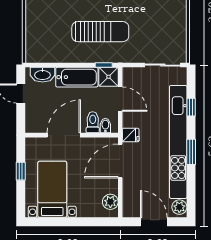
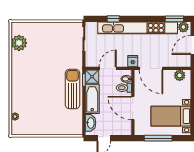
sun lounger: (100, 32) -> (73, 89), moved
window: (191, 152) -> (174, 19), moved
window: (21, 171) -> (158, 138), width x2.17

